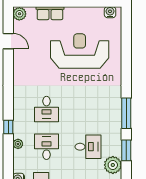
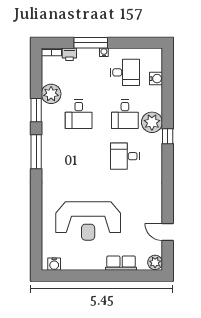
desk: (47, 109) -> (125, 156), turned -90
plant: (18, 144) -> (152, 122), width x1.88, depth x1.88
desk: (88, 147) -> (79, 114), turned -90

